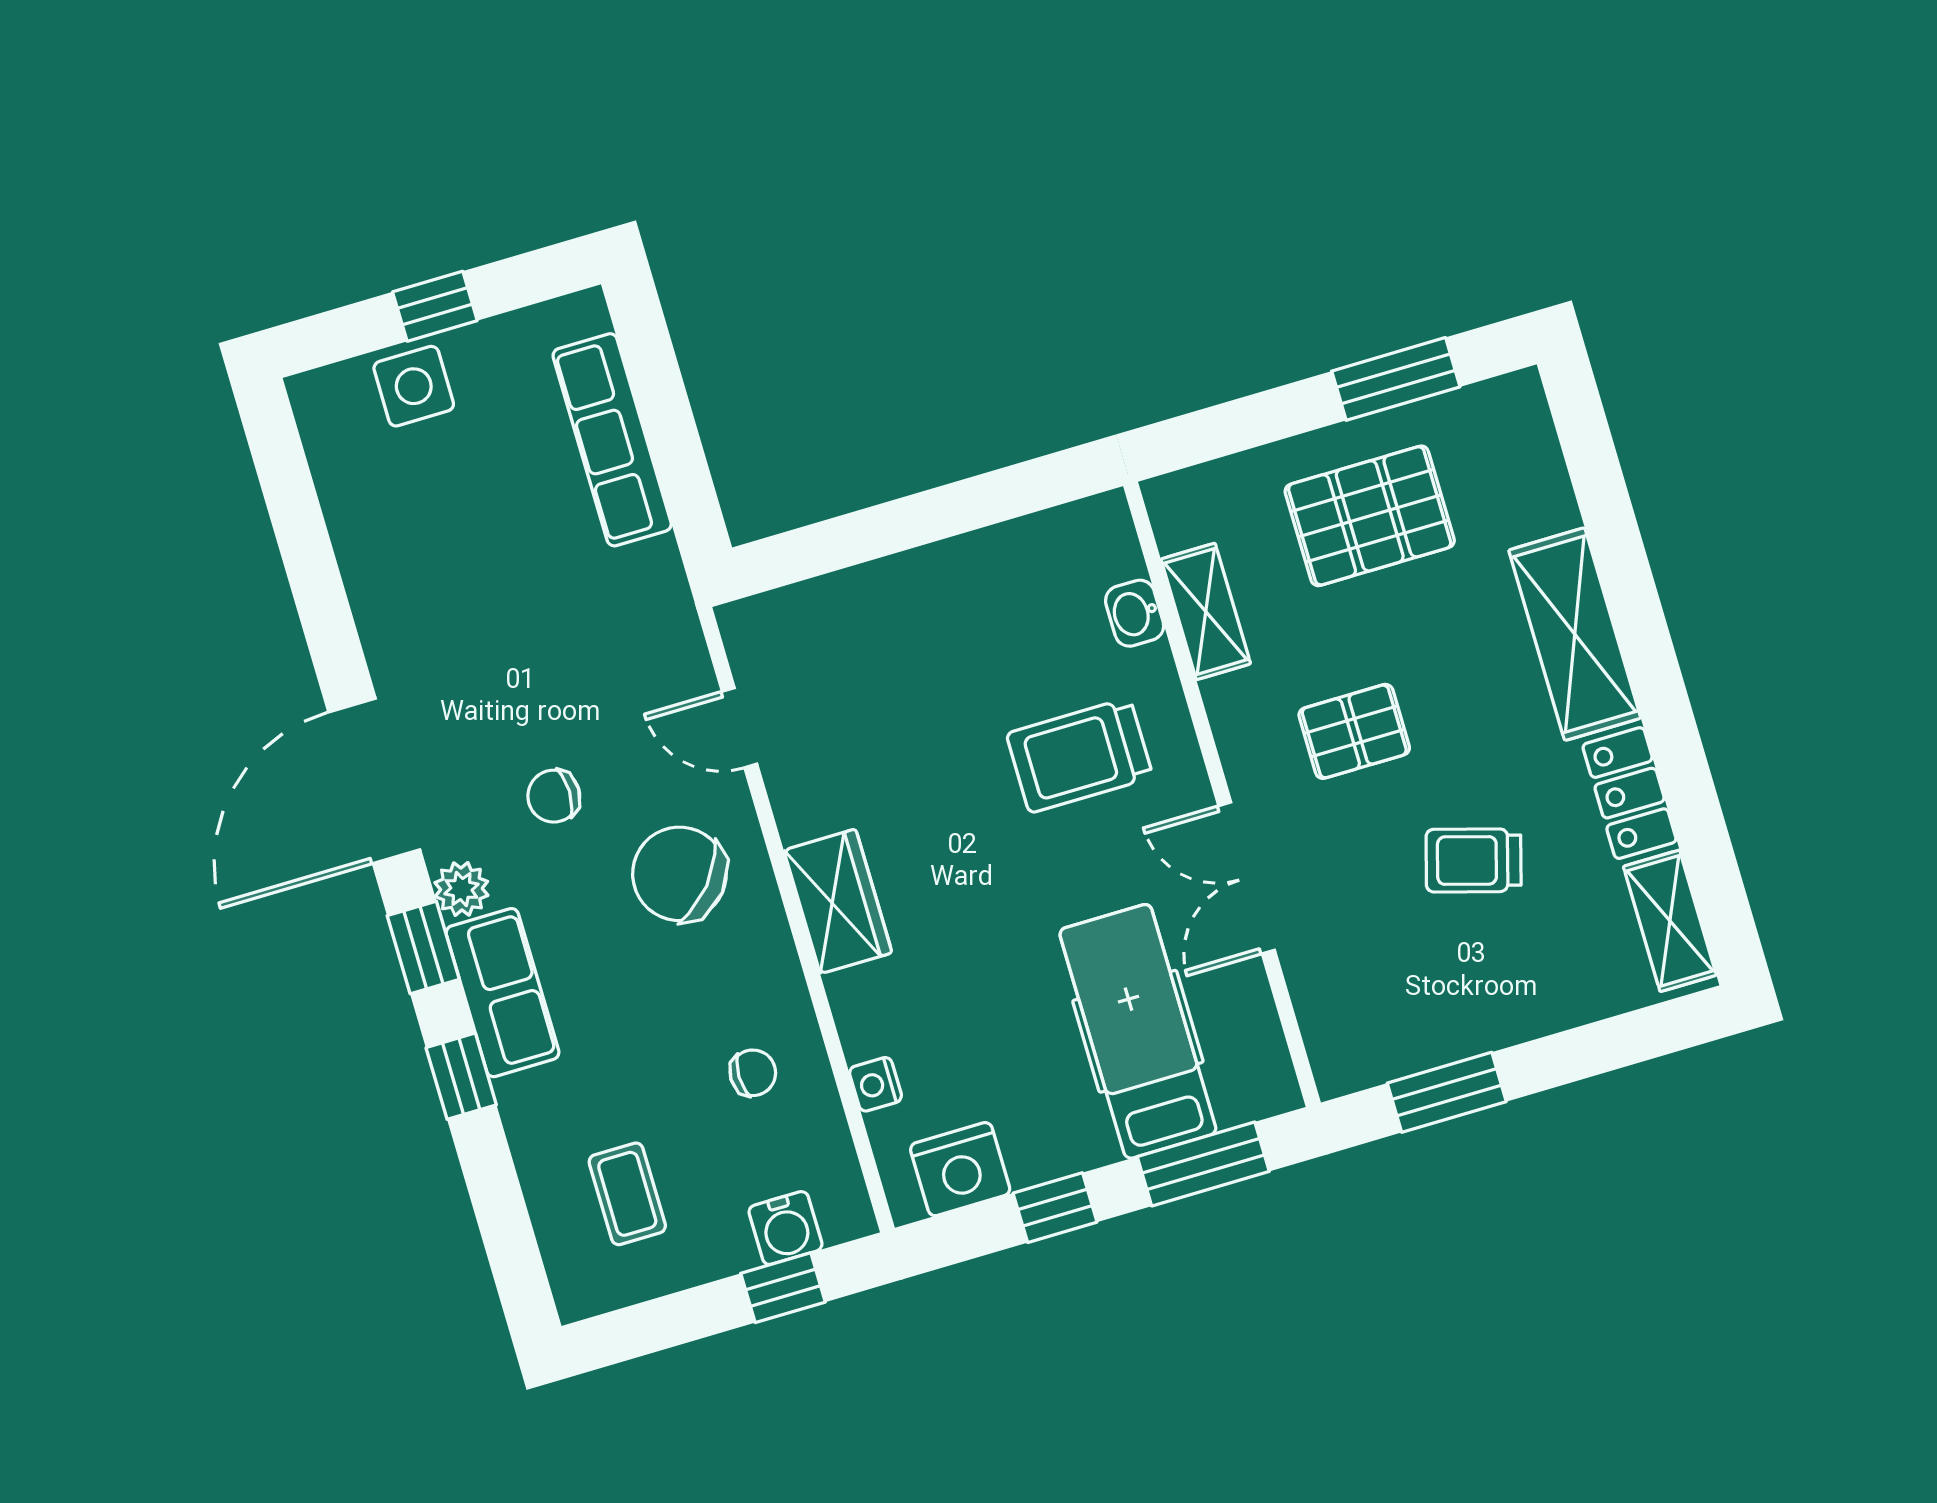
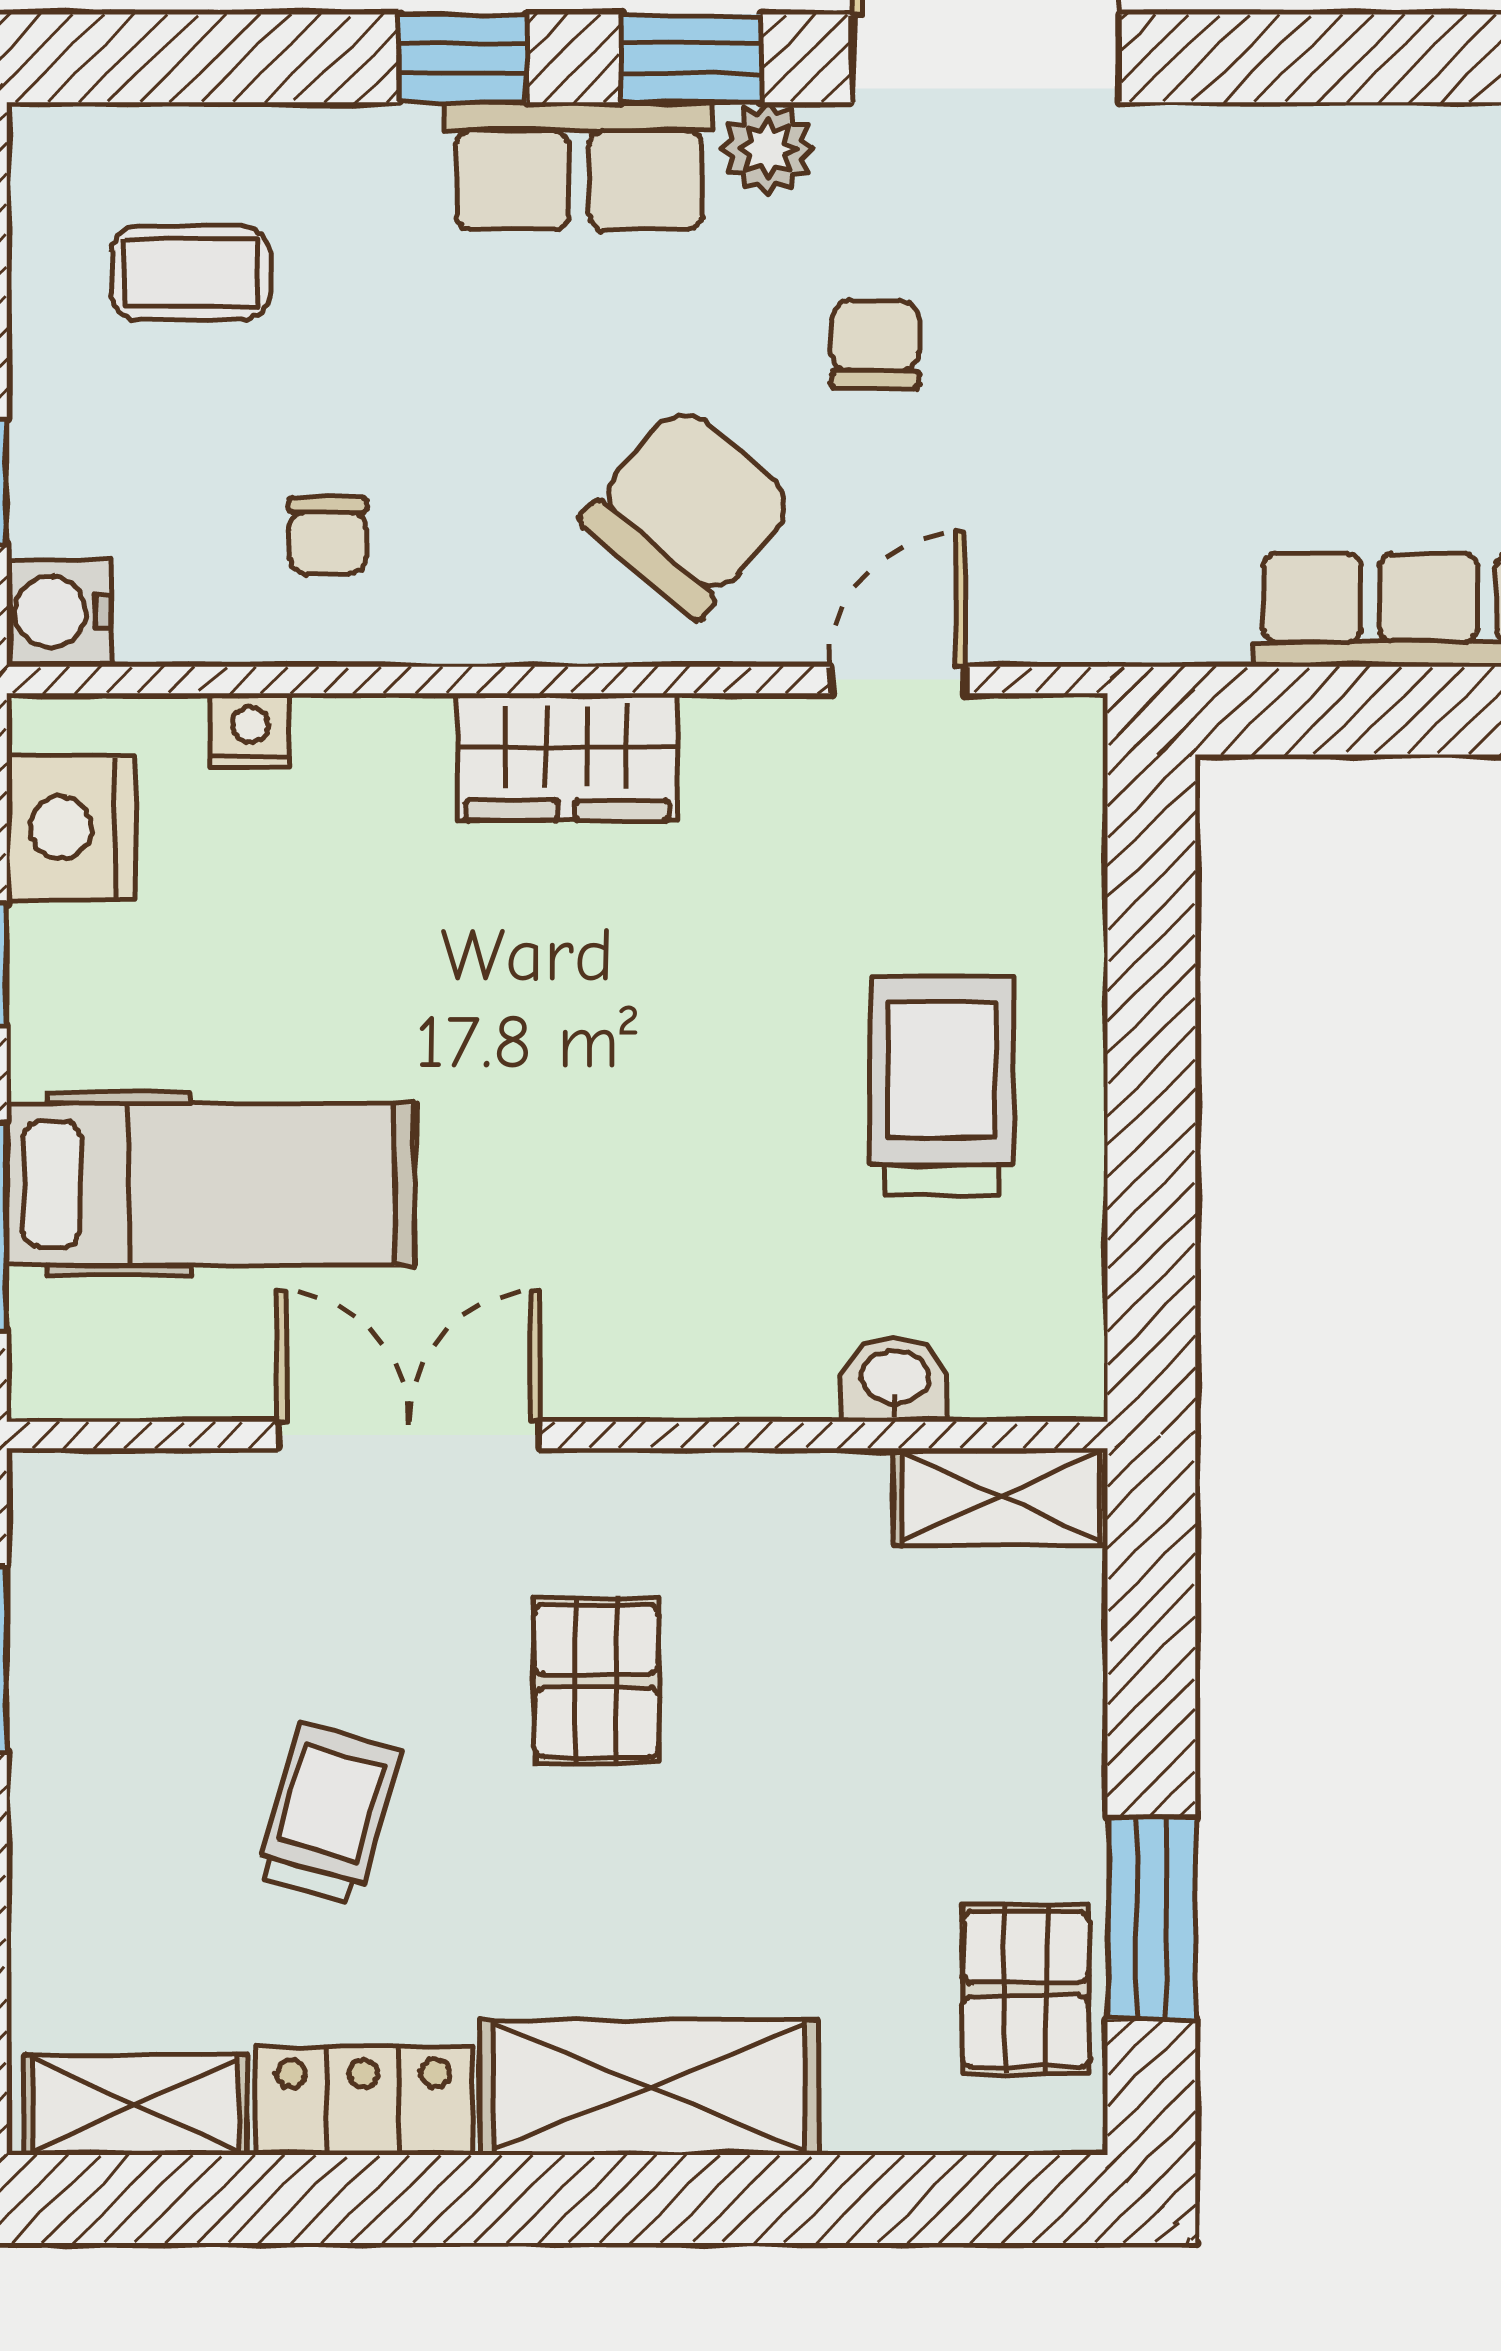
pallet: (1370, 516) -> (1026, 1989), moved, width x0.67, depth x0.71
shelving: (1206, 611) -> (1001, 1496), moved
trolley: (1080, 755) -> (942, 1085), moved
water cooler: (785, 1228) -> (59, 612), moved

